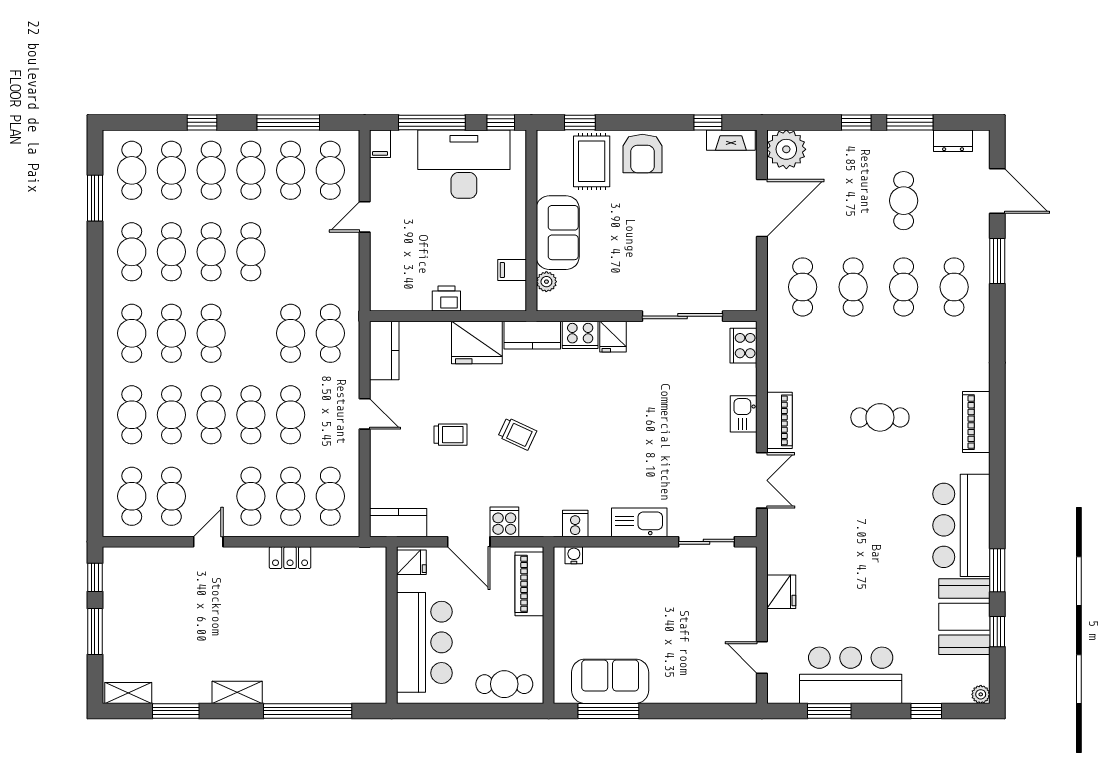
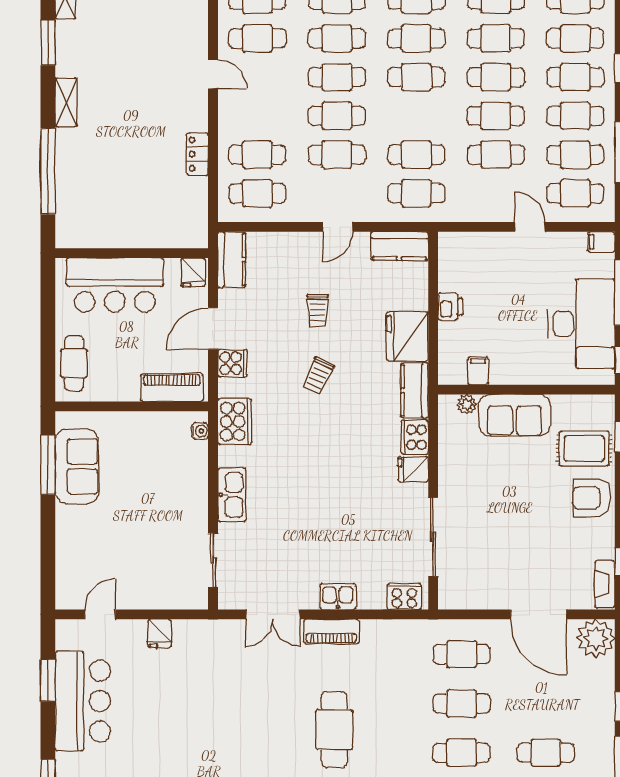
cafe table: (880, 417) -> (334, 730), width x1.37, depth x1.35
cafe table: (251, 496) -> (496, 155), moved
cooker: (575, 524) -> (235, 422), width x1.87, depth x1.31
fridge: (781, 592) -> (160, 633), width x0.72

